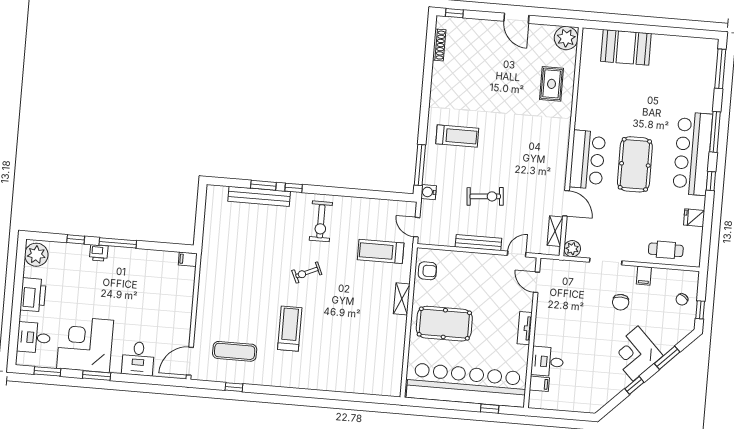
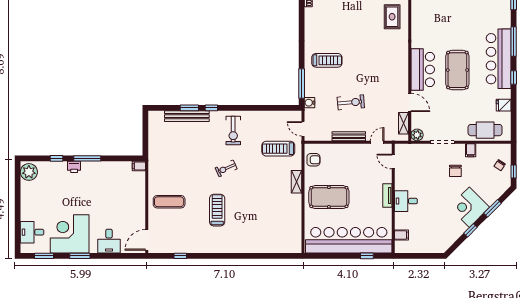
cafe table: (666, 250) -> (485, 130), width x1.37, depth x1.35
printer: (33, 295) -> (29, 201), removed
exercise mat: (235, 351) -> (169, 202), moved
desk: (547, 362) -> (406, 201), moved

